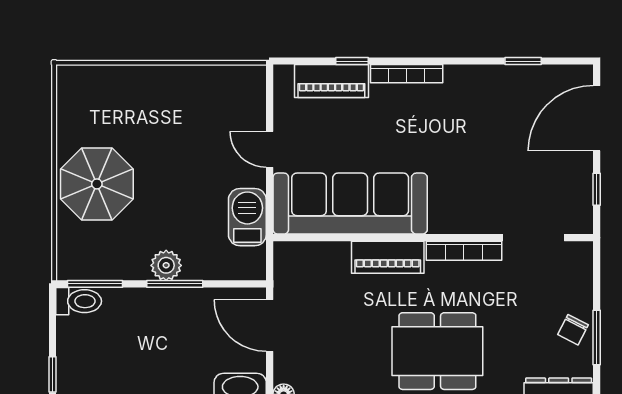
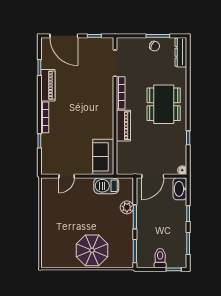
piano: (331, 81) -> (48, 85), moved
door: (270, 149) -> (67, 176), moved
sofa: (350, 204) -> (103, 157), width x0.54, depth x0.79
plant: (166, 265) -> (127, 207), moved
toilet: (79, 301) -> (160, 258), moved

